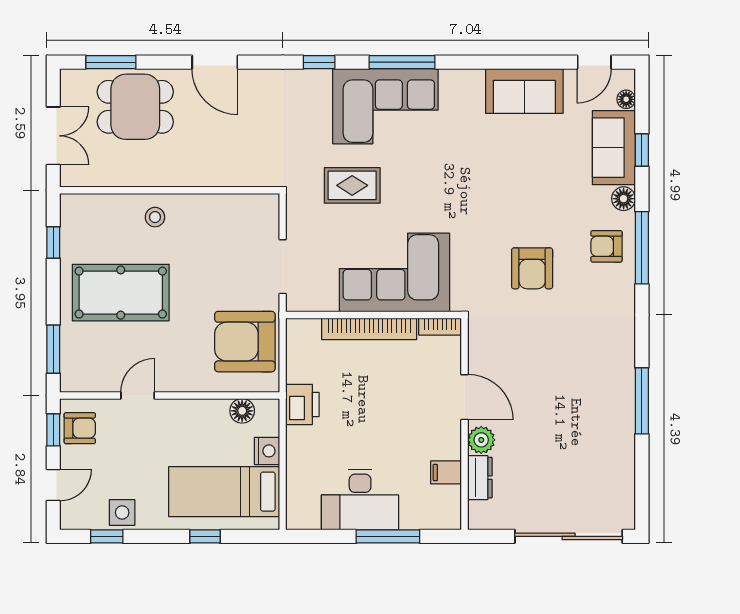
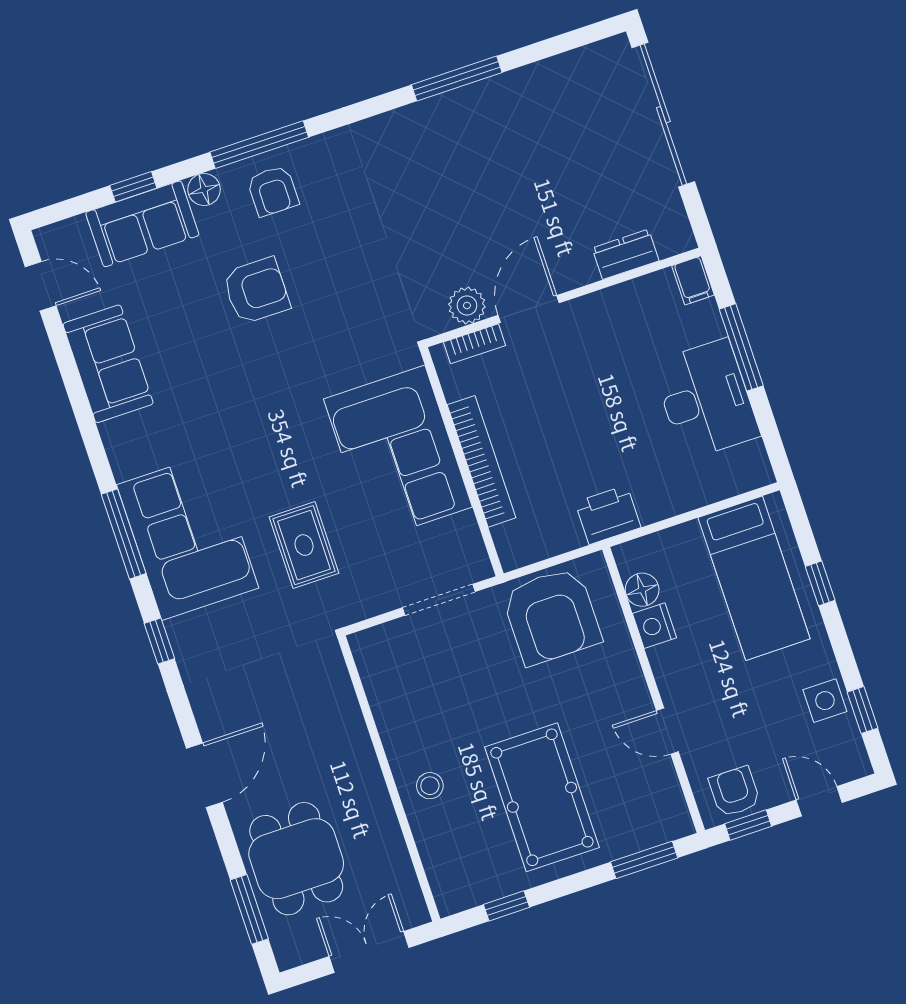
floor lamp: (626, 99) -> (75, 229), removed
armchair: (532, 268) -> (256, 291), moved
bookcase: (440, 327) -> (475, 344), moved, turned 90
plant: (481, 440) -> (467, 306), moved
nightstand: (267, 451) -> (655, 626), moved, turned -90
filing cabinet: (446, 472) -> (693, 280), moved

